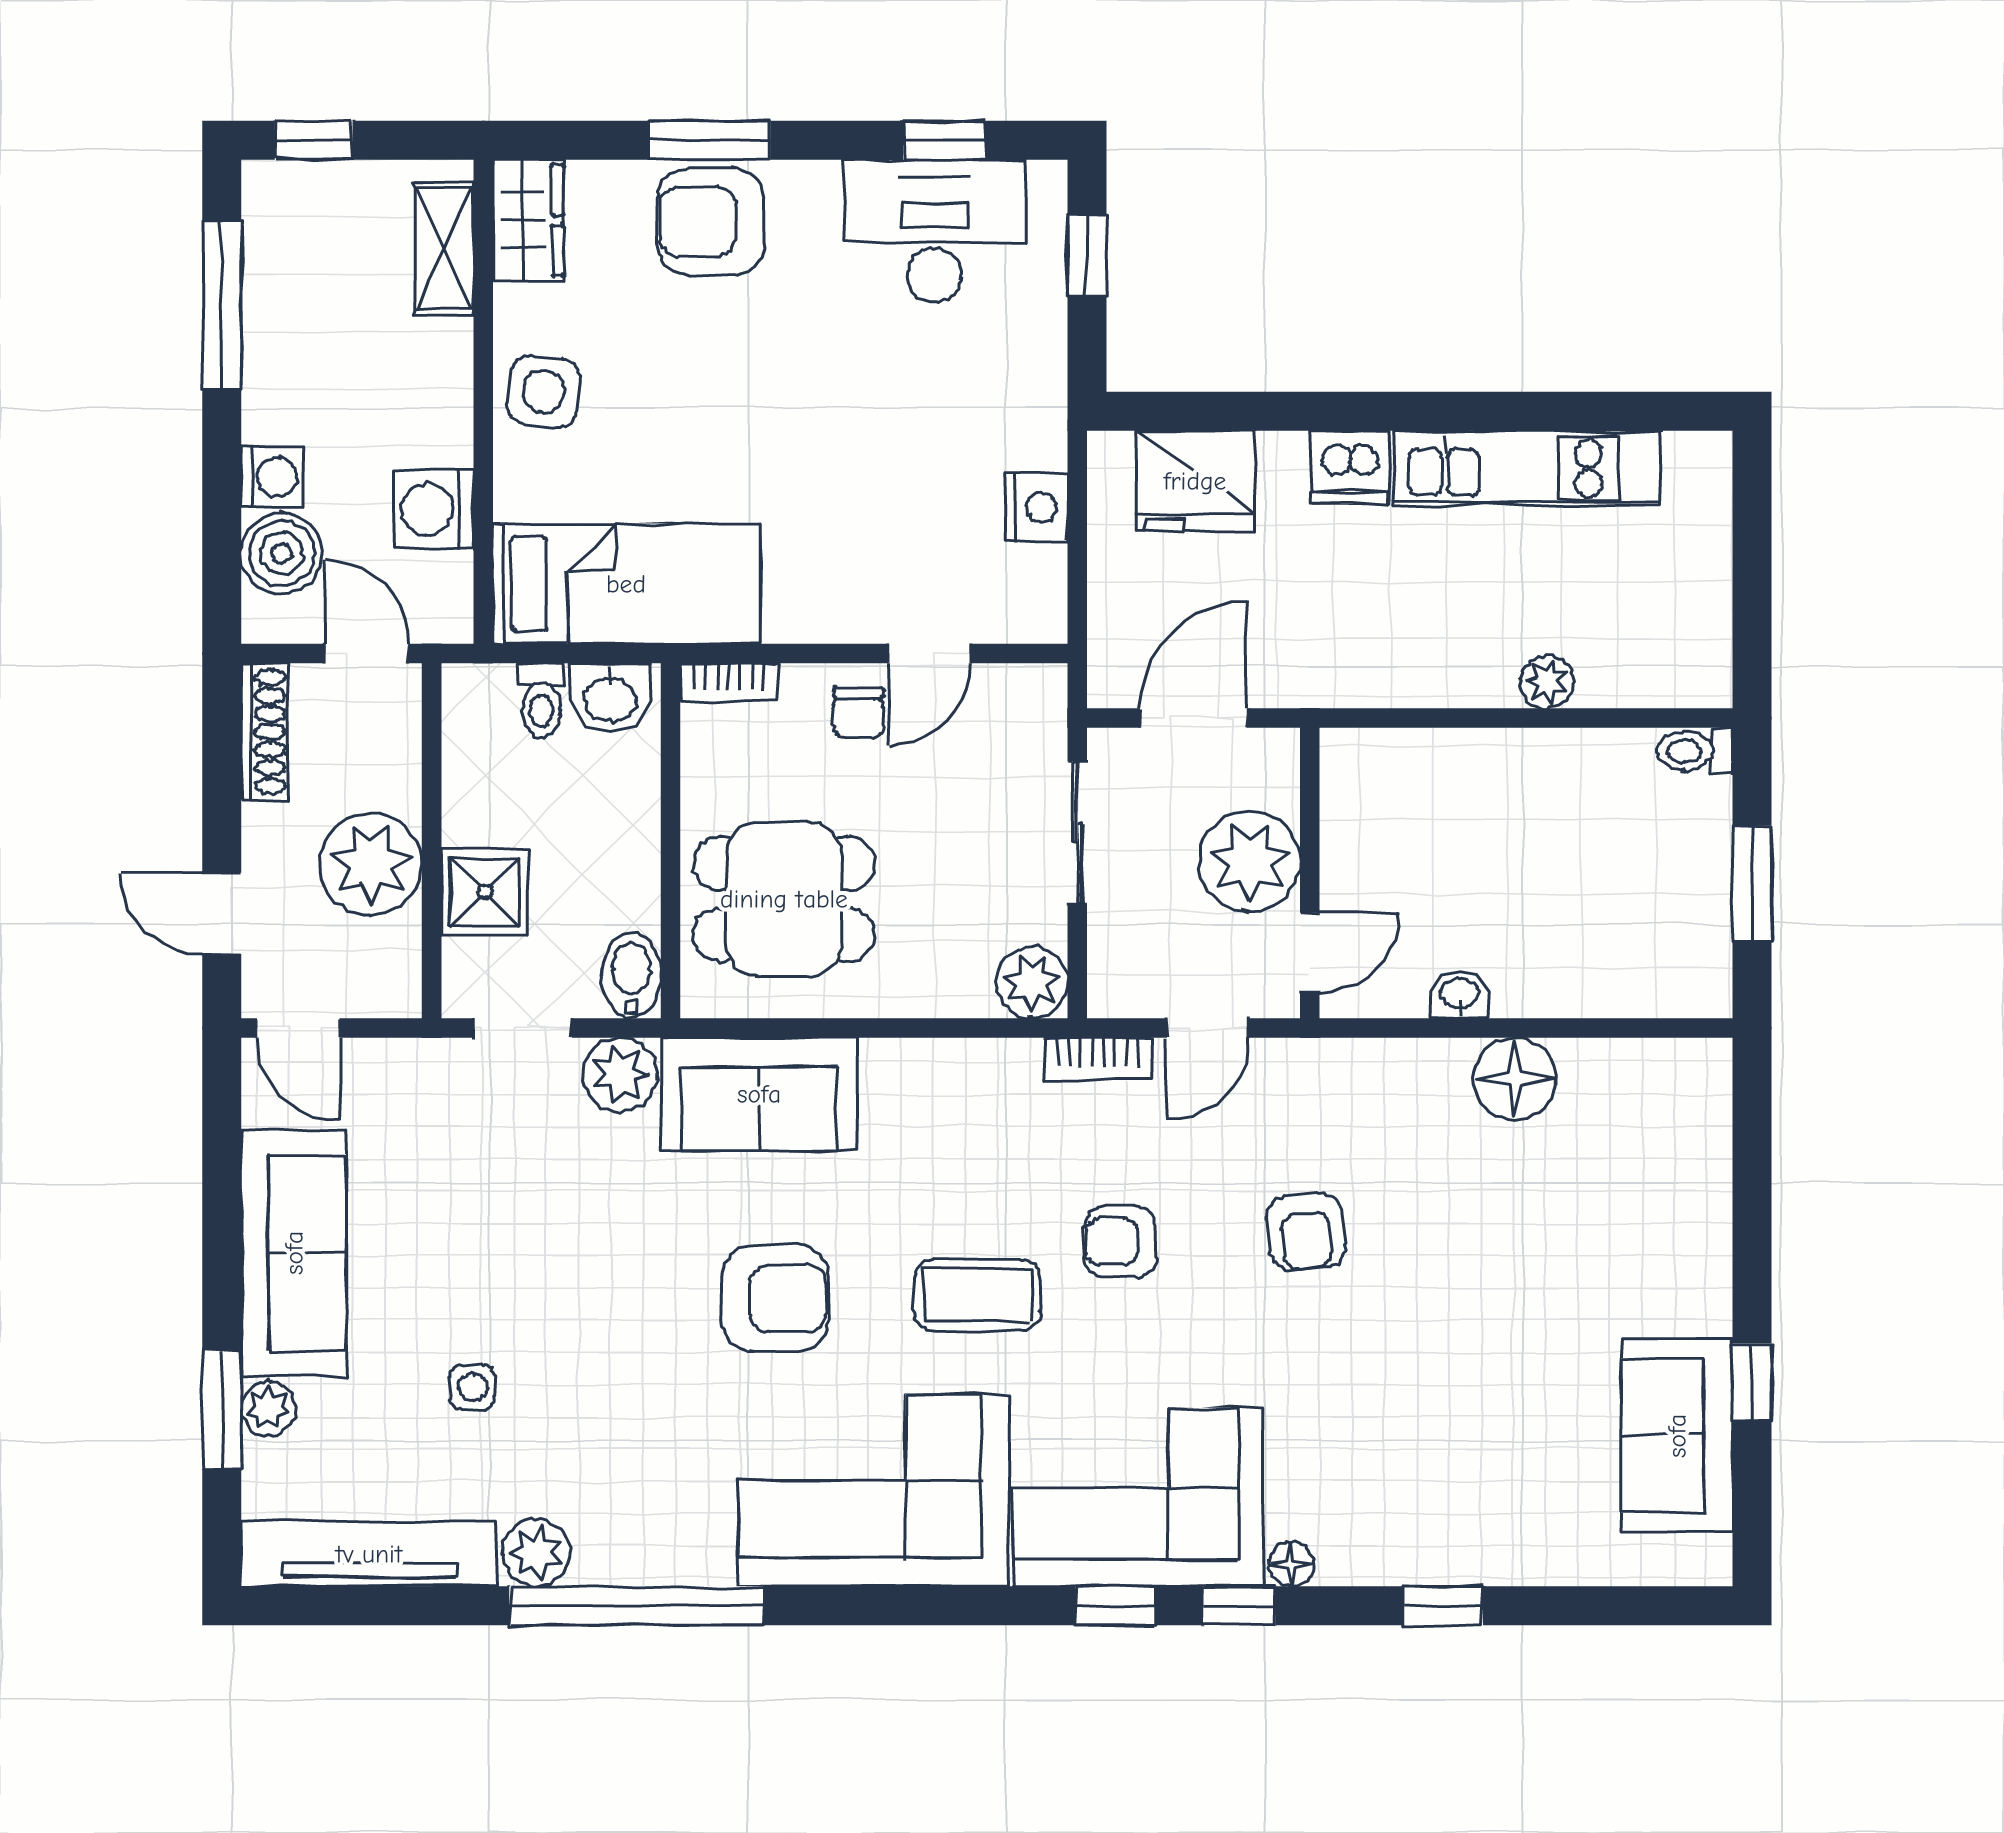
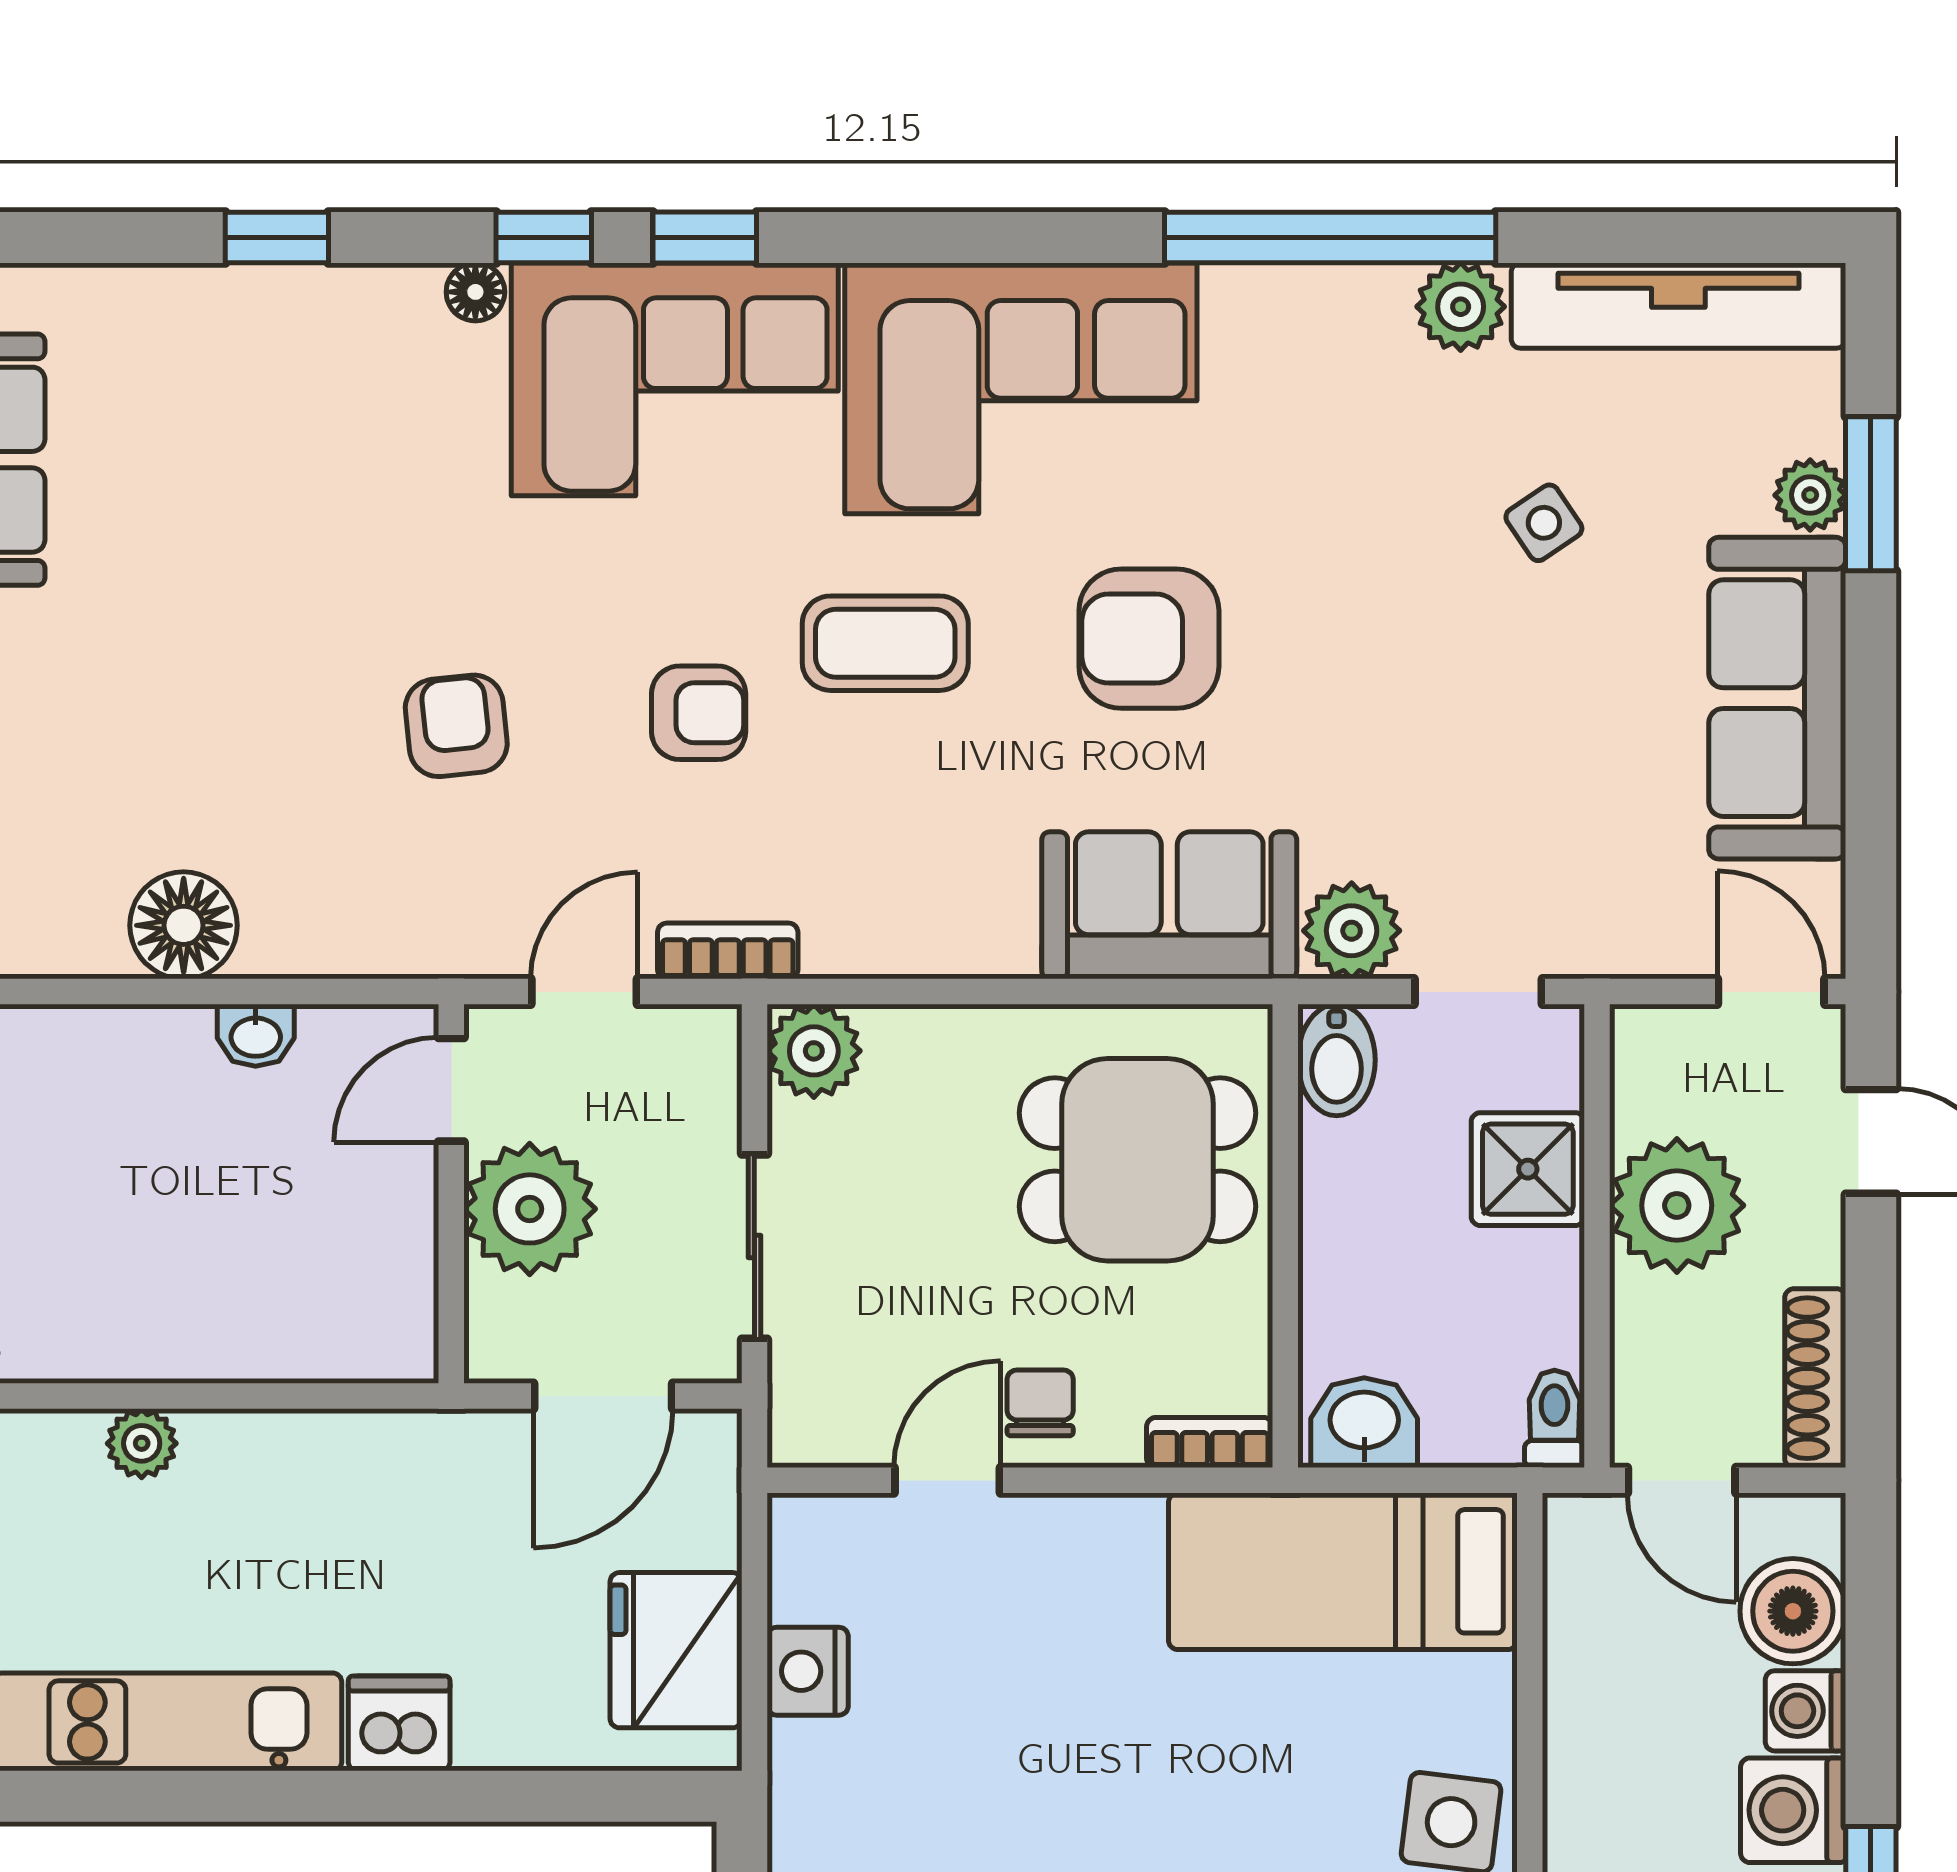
fridge: (1195, 481) -> (676, 1650), moved, turned -90
washing machine: (433, 509) -> (1793, 1810), moved, turned 180
toilet: (541, 701) -> (1554, 1419), moved
side table: (472, 1387) -> (1544, 523), turned -34

